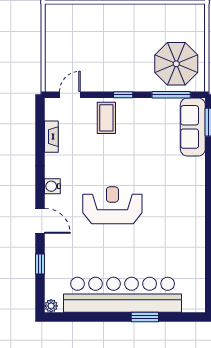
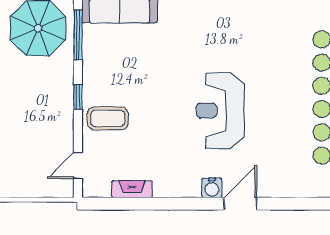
door: (70, 95) -> (78, 165), hinge flipped
water cooler: (52, 186) -> (212, 188), moved
window: (40, 264) -> (296, 204), removed

